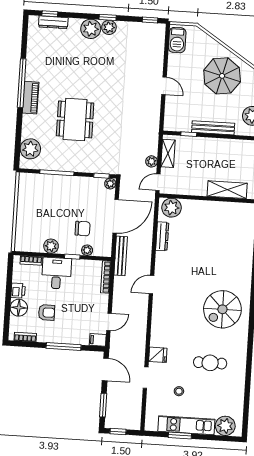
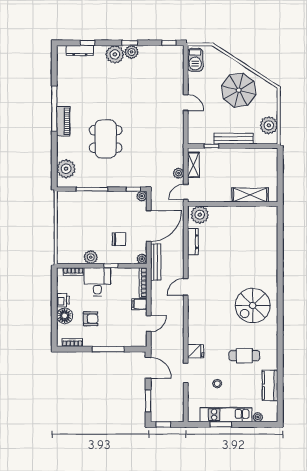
window: (50, 14) -> (87, 43), moved
plant: (87, 250) -> (142, 259), moved
filing cabinet: (98, 340) -> (139, 304), moved
kitchen counter: (236, 397) -> (270, 385), added
plant: (225, 426) -> (258, 417), width x0.53, depth x0.53

